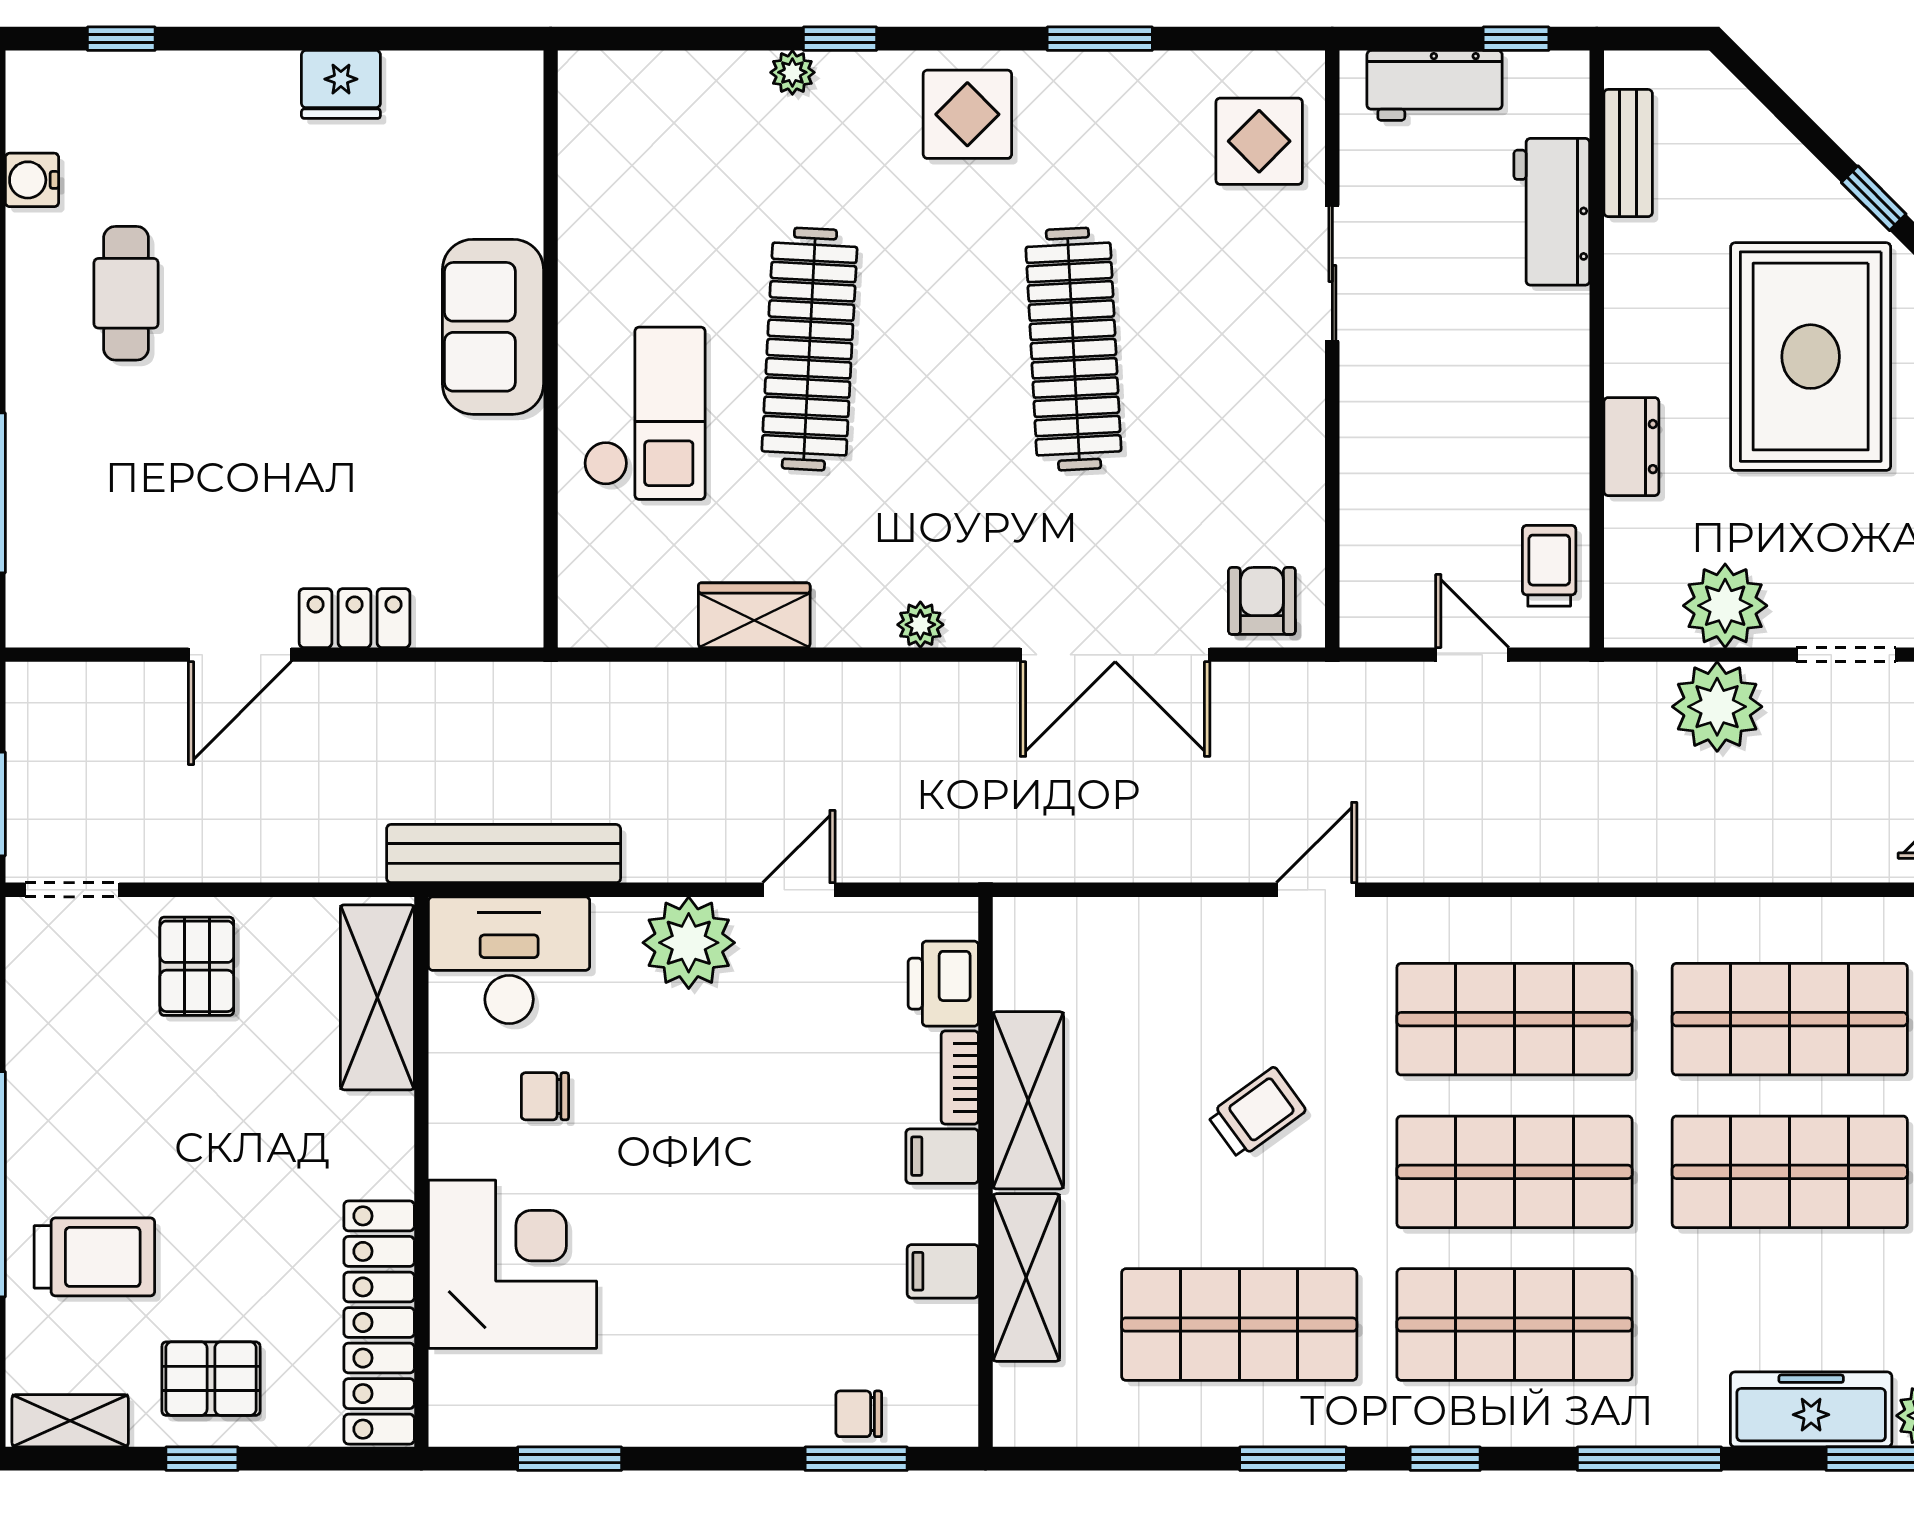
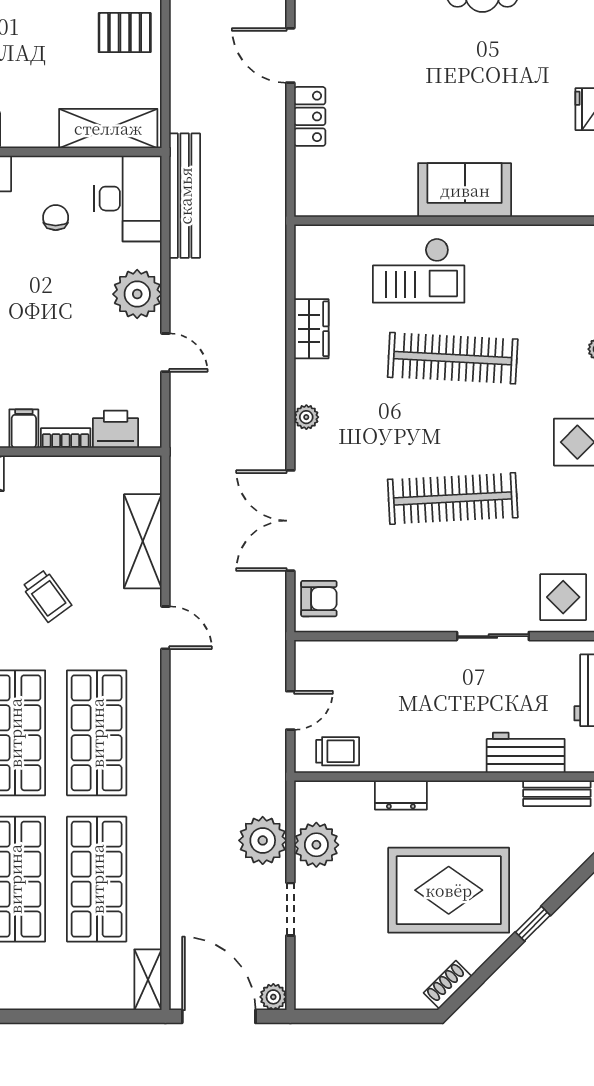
shelving: (1028, 1100) -> (143, 541), moved, turned 90

